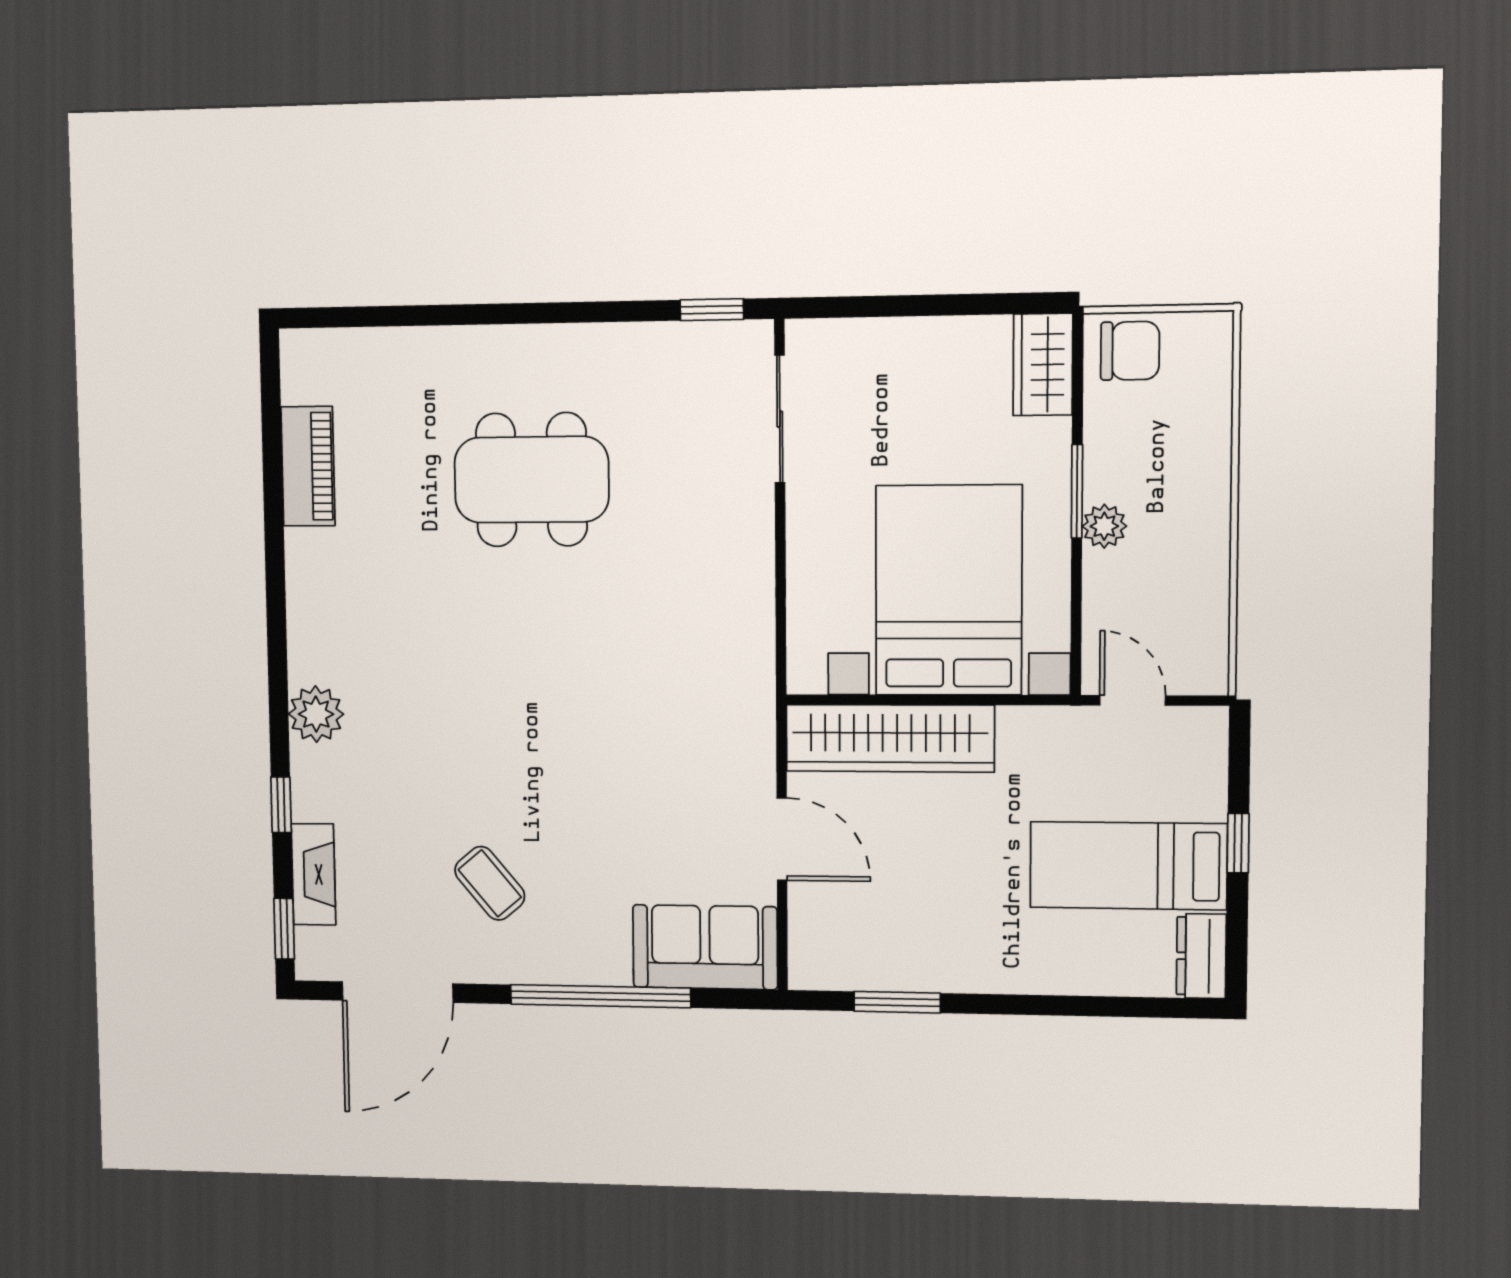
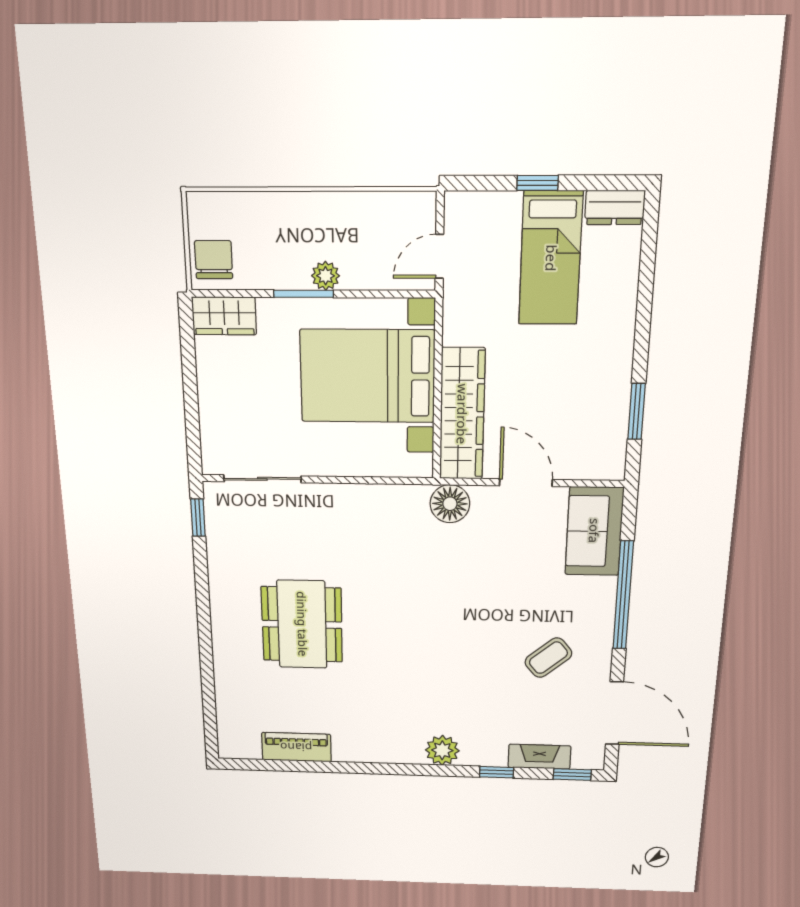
floor lamp: (745, 721) -> (450, 504), added
door: (782, 839) -> (526, 483), hinge flipped

